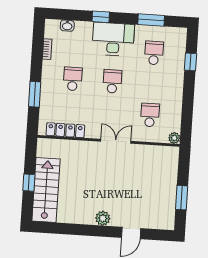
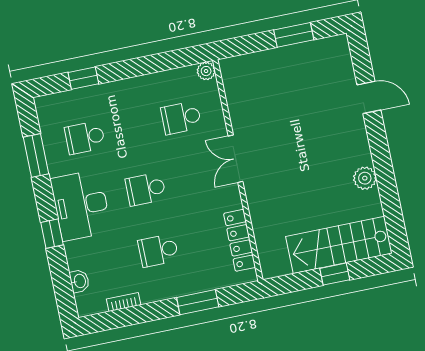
plant: (103, 218) -> (365, 178), moved

